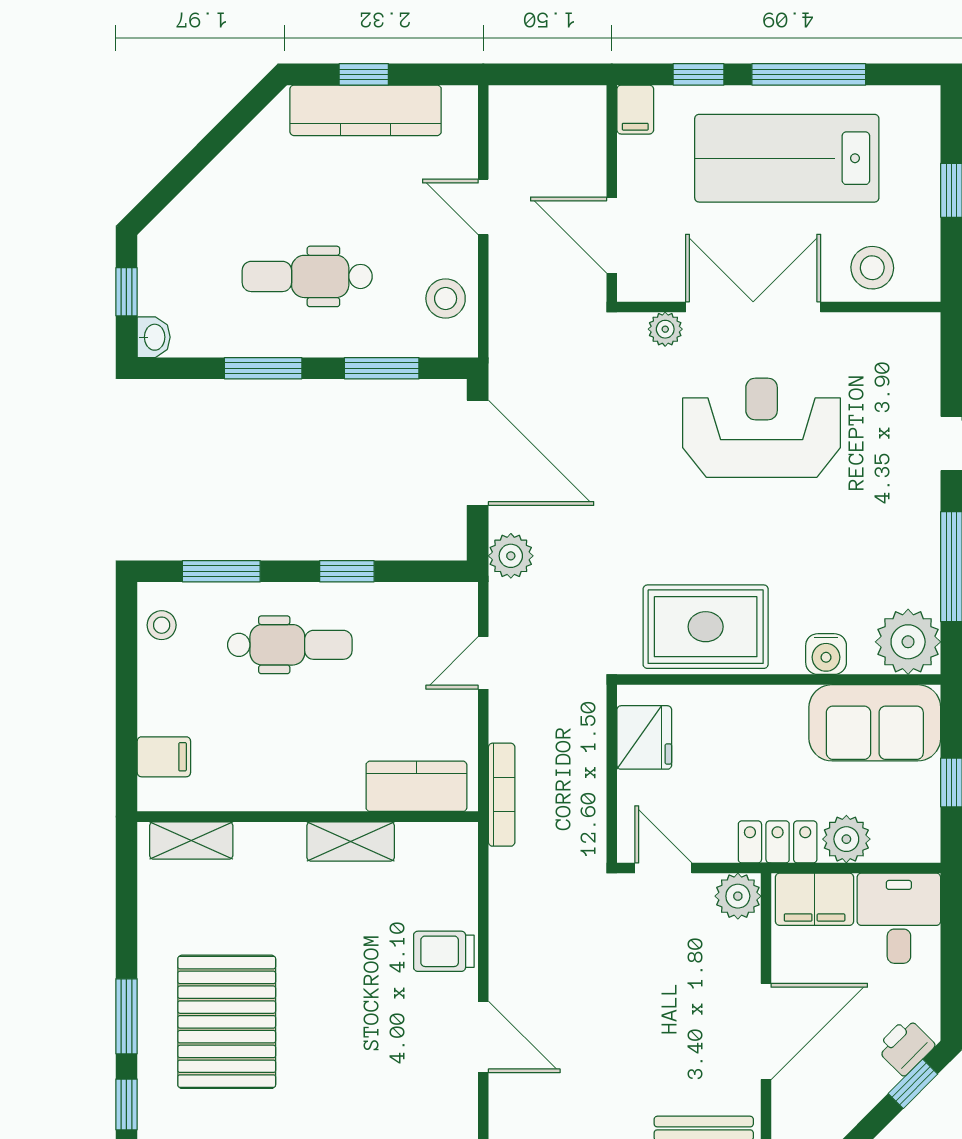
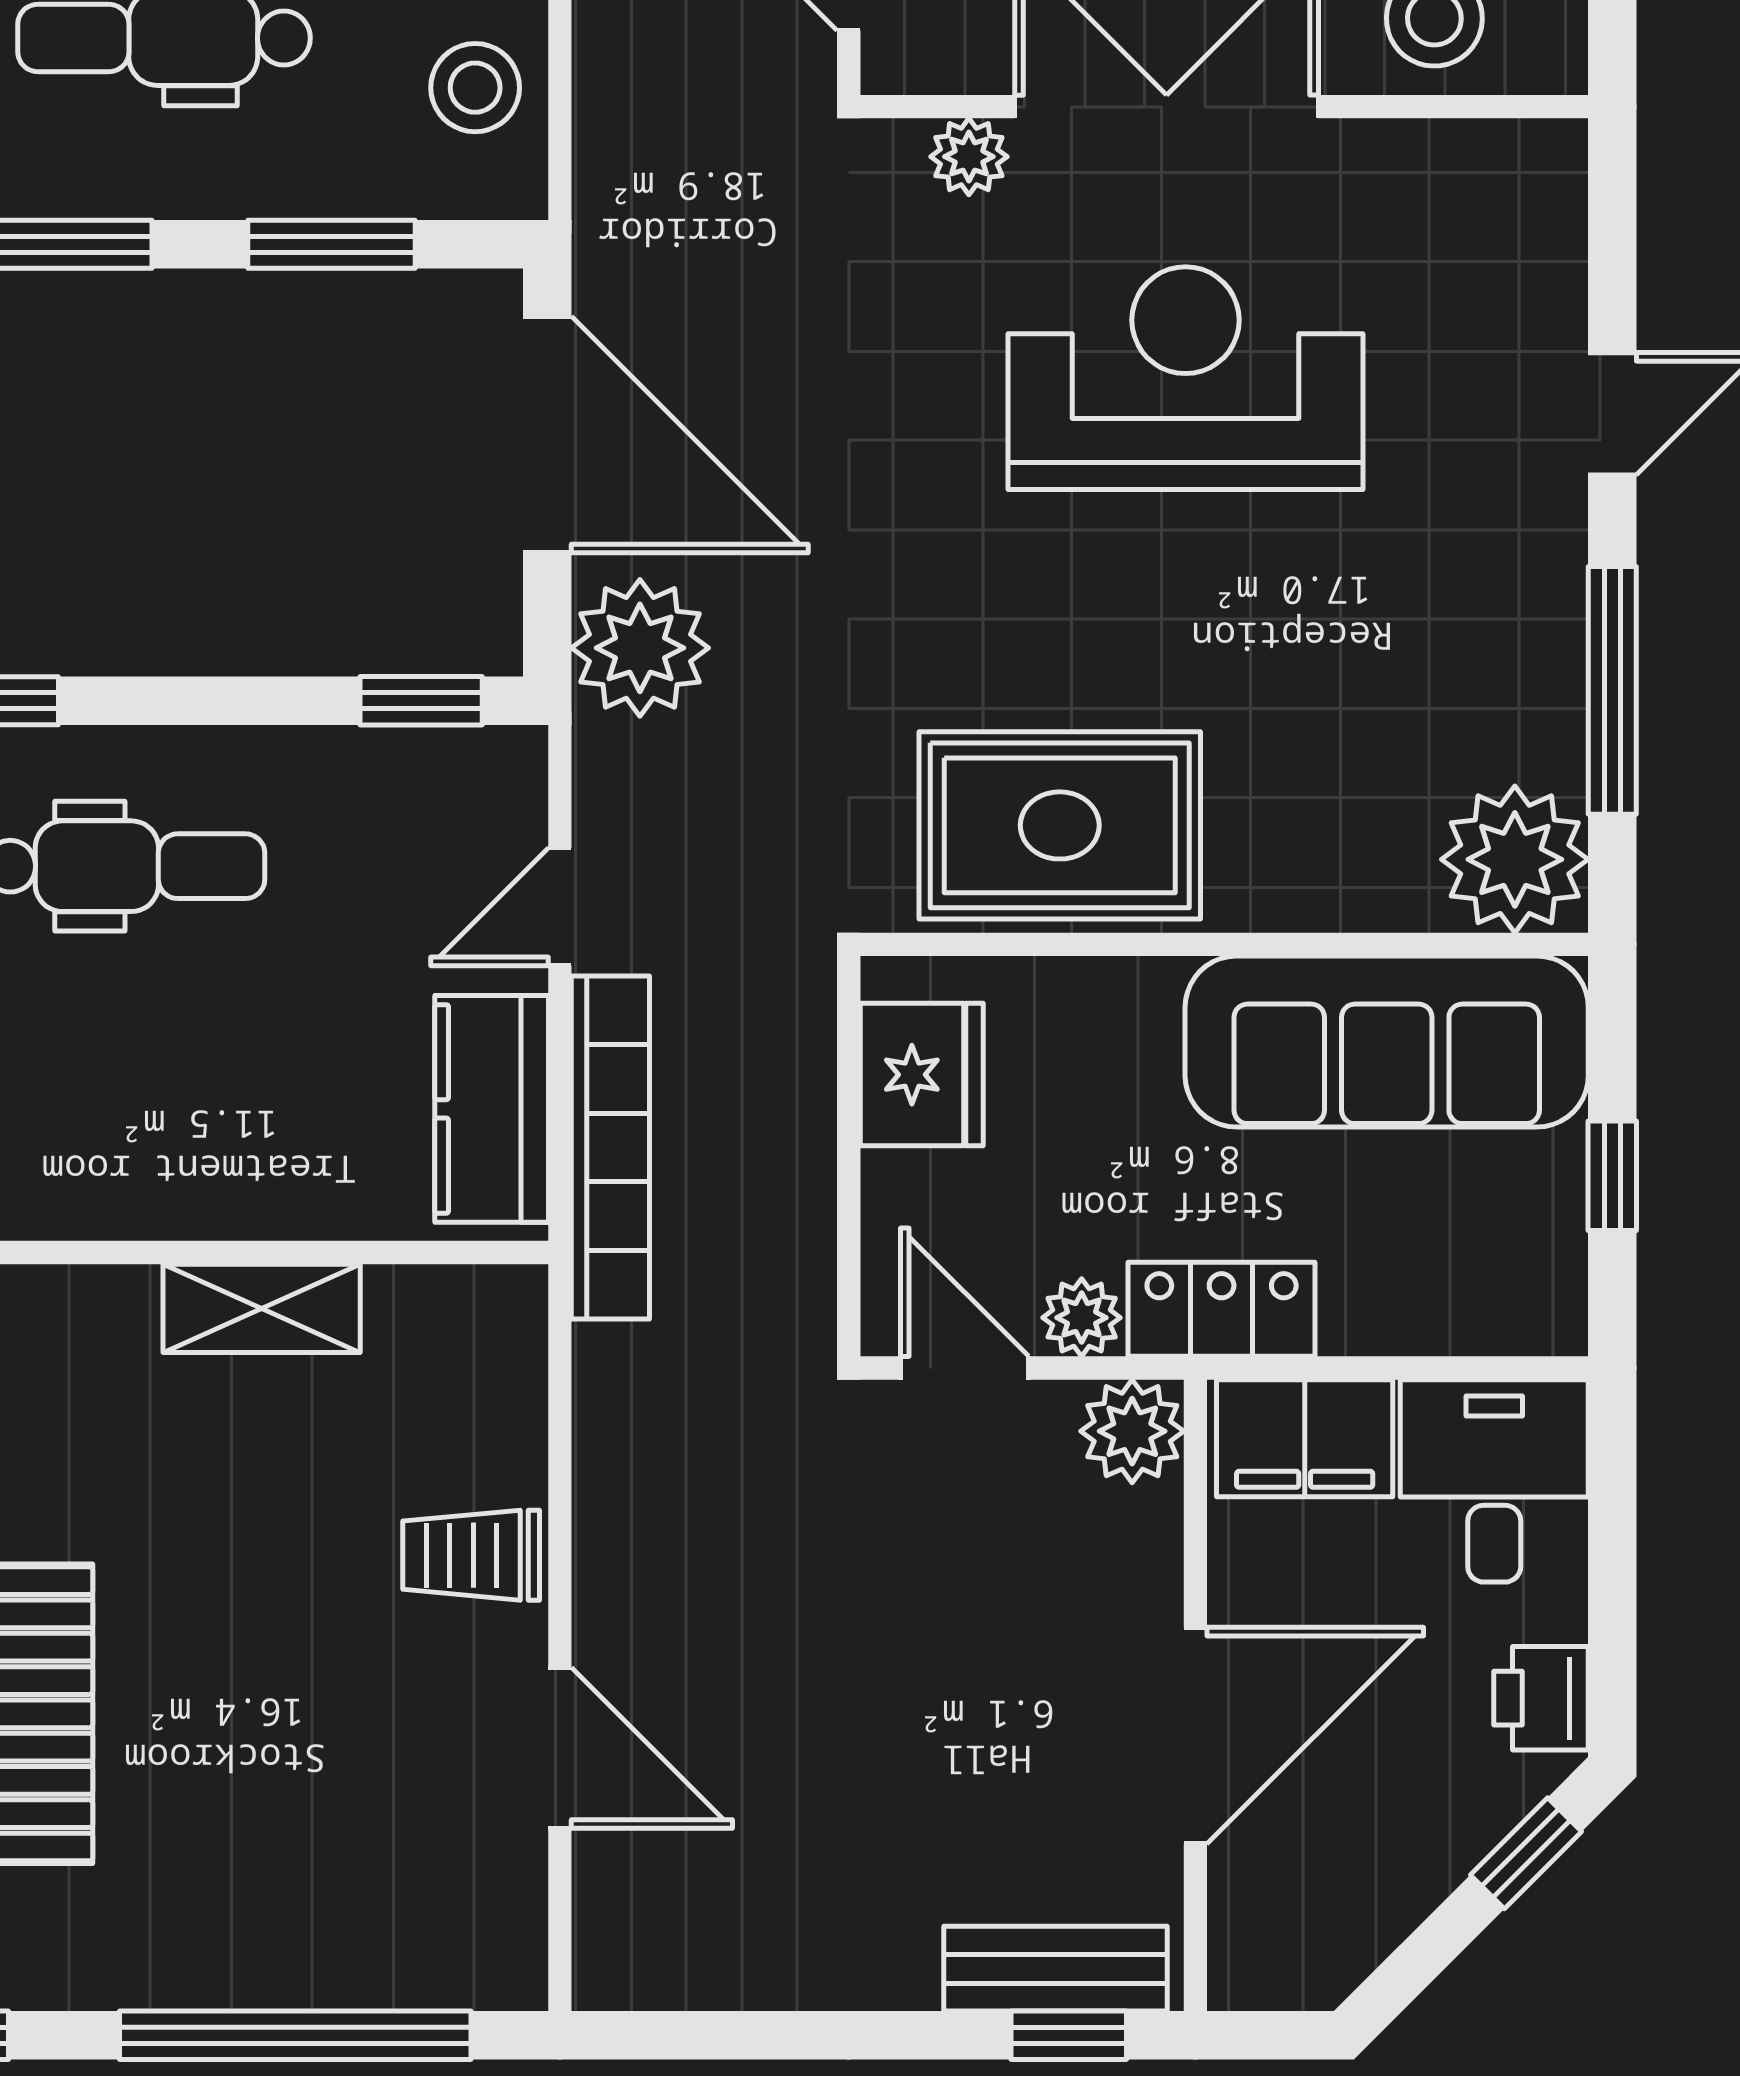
plant: (511, 556) -> (640, 648), width x1.36, depth x1.36
window: (347, 571) -> (421, 701), moved
water cooler: (826, 654) -> (1330, 887), removed
sofa: (875, 723) -> (1387, 1042), width x1.36
kitchen counter: (416, 786) -> (492, 1109), moved, turned -90
bookcase: (502, 795) -> (610, 1147), width x1.48, depth x1.31
plant: (846, 839) -> (1082, 1318), moved, width x0.73, depth x0.73
printer: (905, 1047) -> (1541, 1698), moved, turned -45

